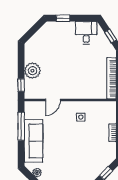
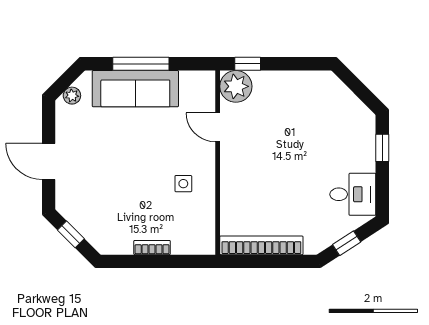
plant: (32, 71) -> (236, 86), moved
window: (21, 126) -> (141, 64), moved

